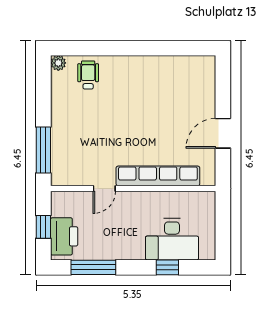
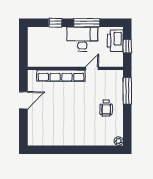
wheelchair: (88, 75) -> (106, 108), moved
desk: (172, 239) -> (82, 39), moved
window: (93, 267) -> (87, 23), moved

